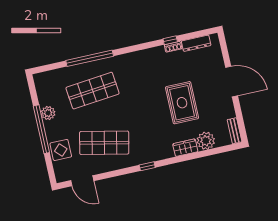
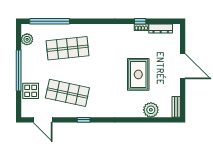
window: (90, 58) -> (50, 21), moved
plant: (48, 113) -> (27, 39), moved
wardrobe: (185, 148) -> (133, 112), removed
window: (147, 166) -> (84, 120), moved

